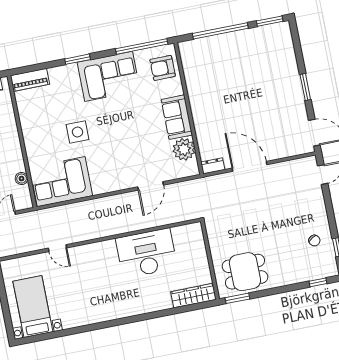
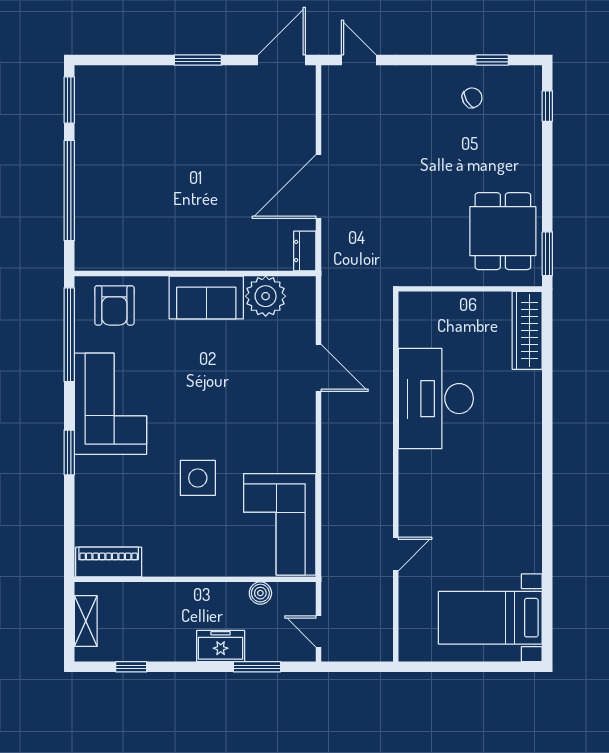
piano: (30, 80) -> (109, 562), moved, turned -90

